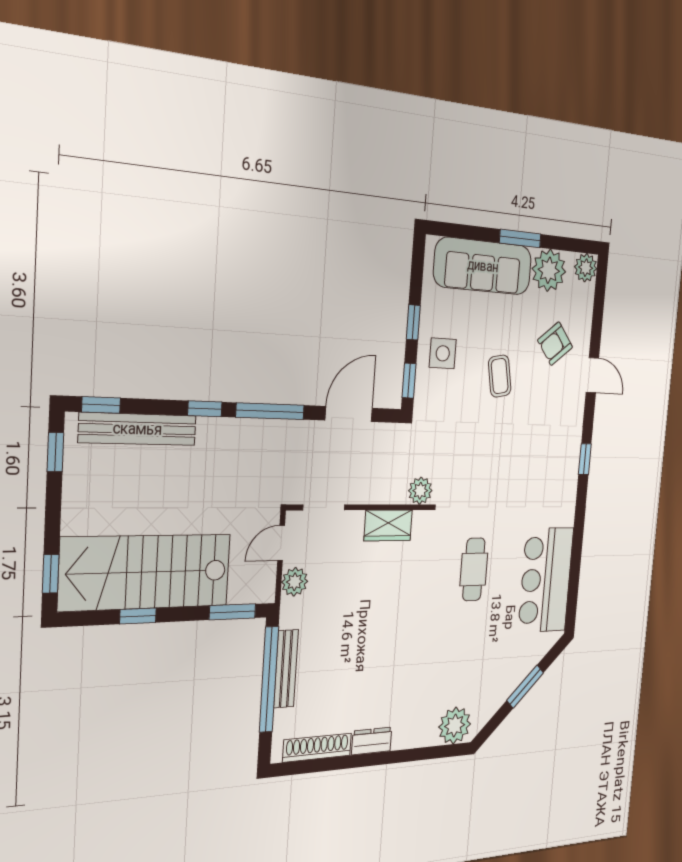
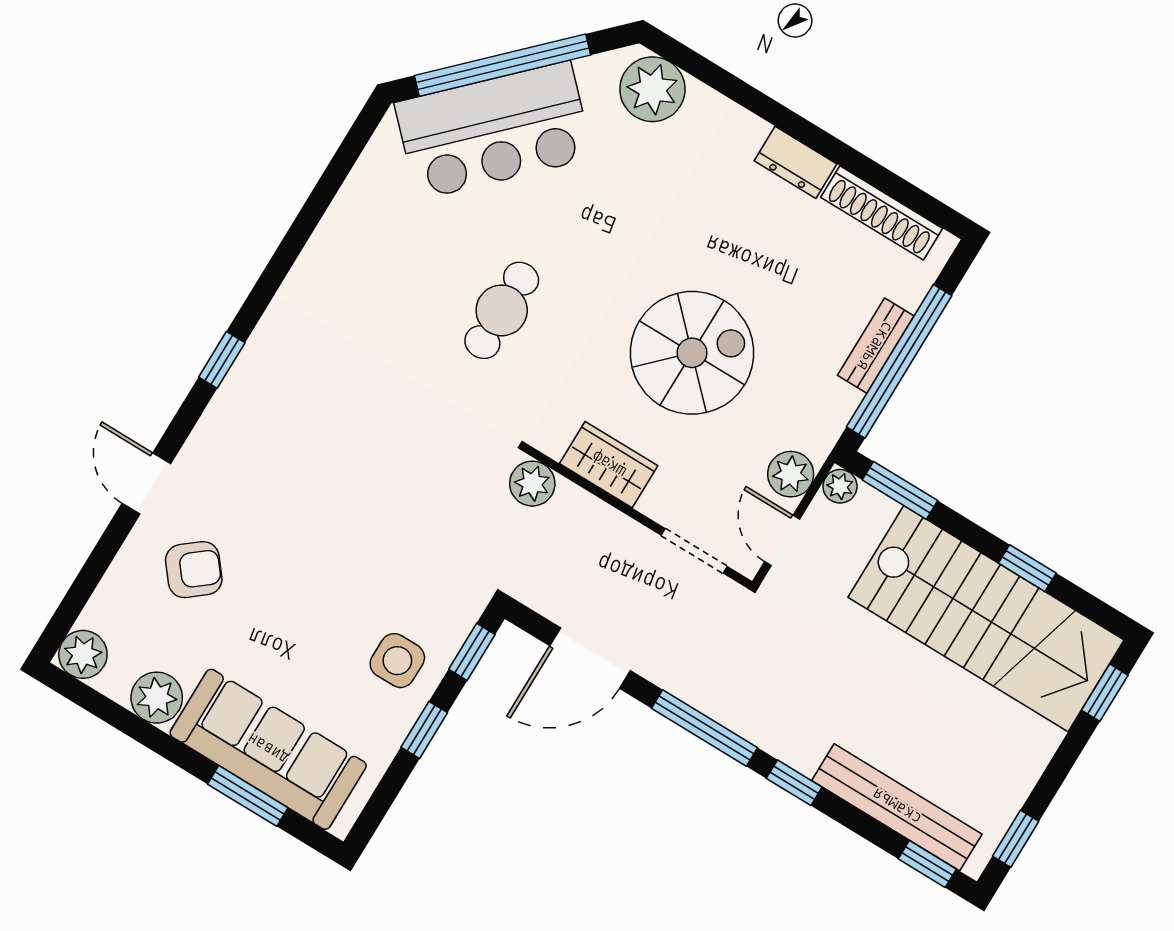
window: (520, 239) -> (248, 796), moved
plant: (549, 270) -> (157, 698), width x0.73, depth x0.73
coffee table: (500, 376) -> (316, 575), removed
door: (281, 543) -> (782, 540), swing flipped
bar counter: (546, 580) -> (494, 130), moved, turned 45
plant: (266, 593) -> (840, 486), added
spiral stairs: (375, 611) -> (692, 353), added
bench: (286, 669) -> (876, 346), width x0.73
window: (525, 687) -> (503, 65), width x2.11

